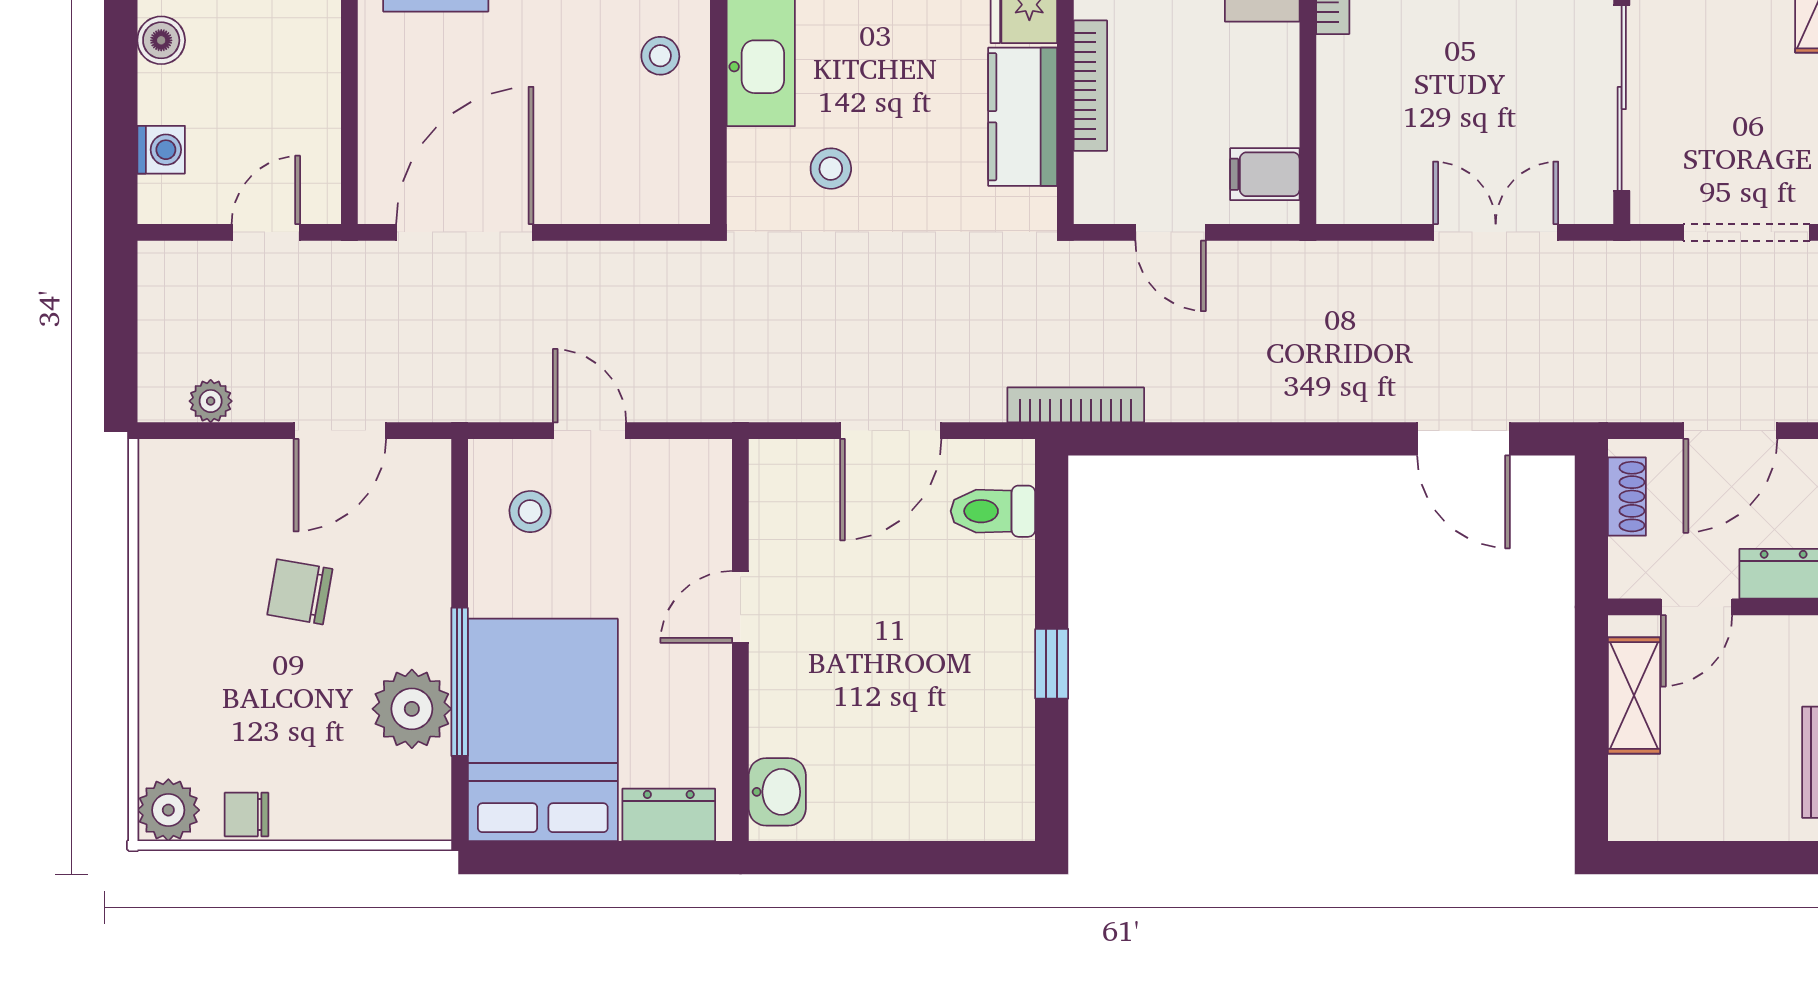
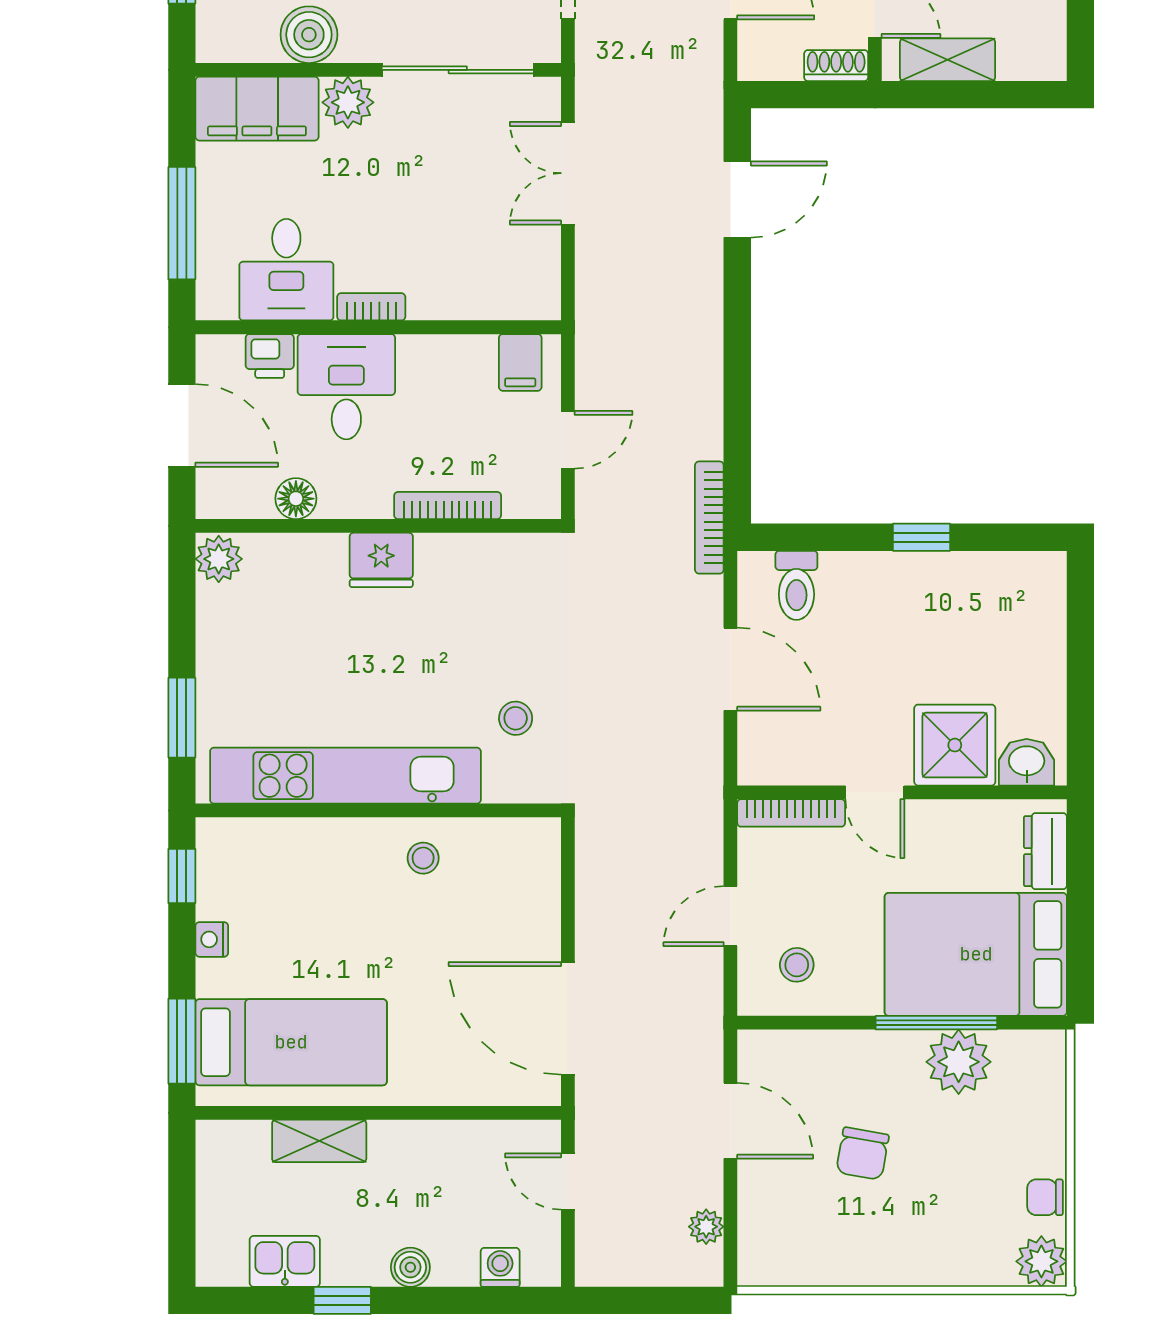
kitchen counter: (1023, 117) -> (473, 561), removed
shoe rack: (1627, 497) -> (836, 66), moved
bookcase: (715, 505) -> (791, 813), added
shower: (798, 704) -> (955, 745), added
chair: (247, 814) -> (1045, 1197), turned 90

